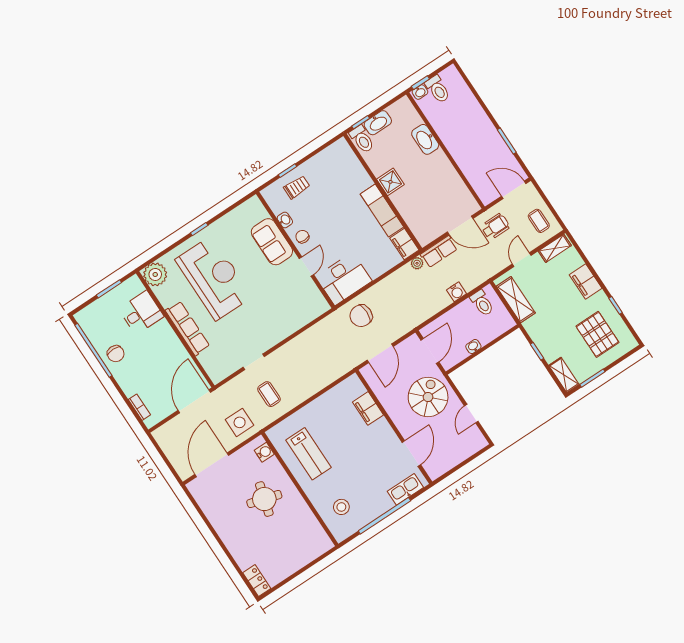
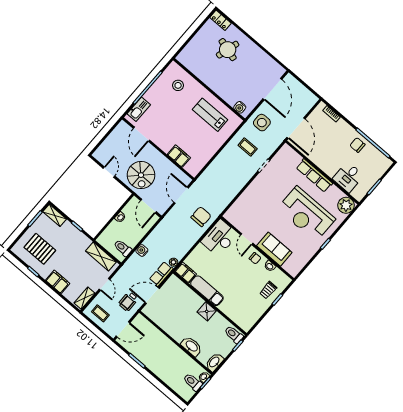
washbasin: (378, 123) -> (214, 362), moved
round table: (264, 499) -> (228, 50), moved

